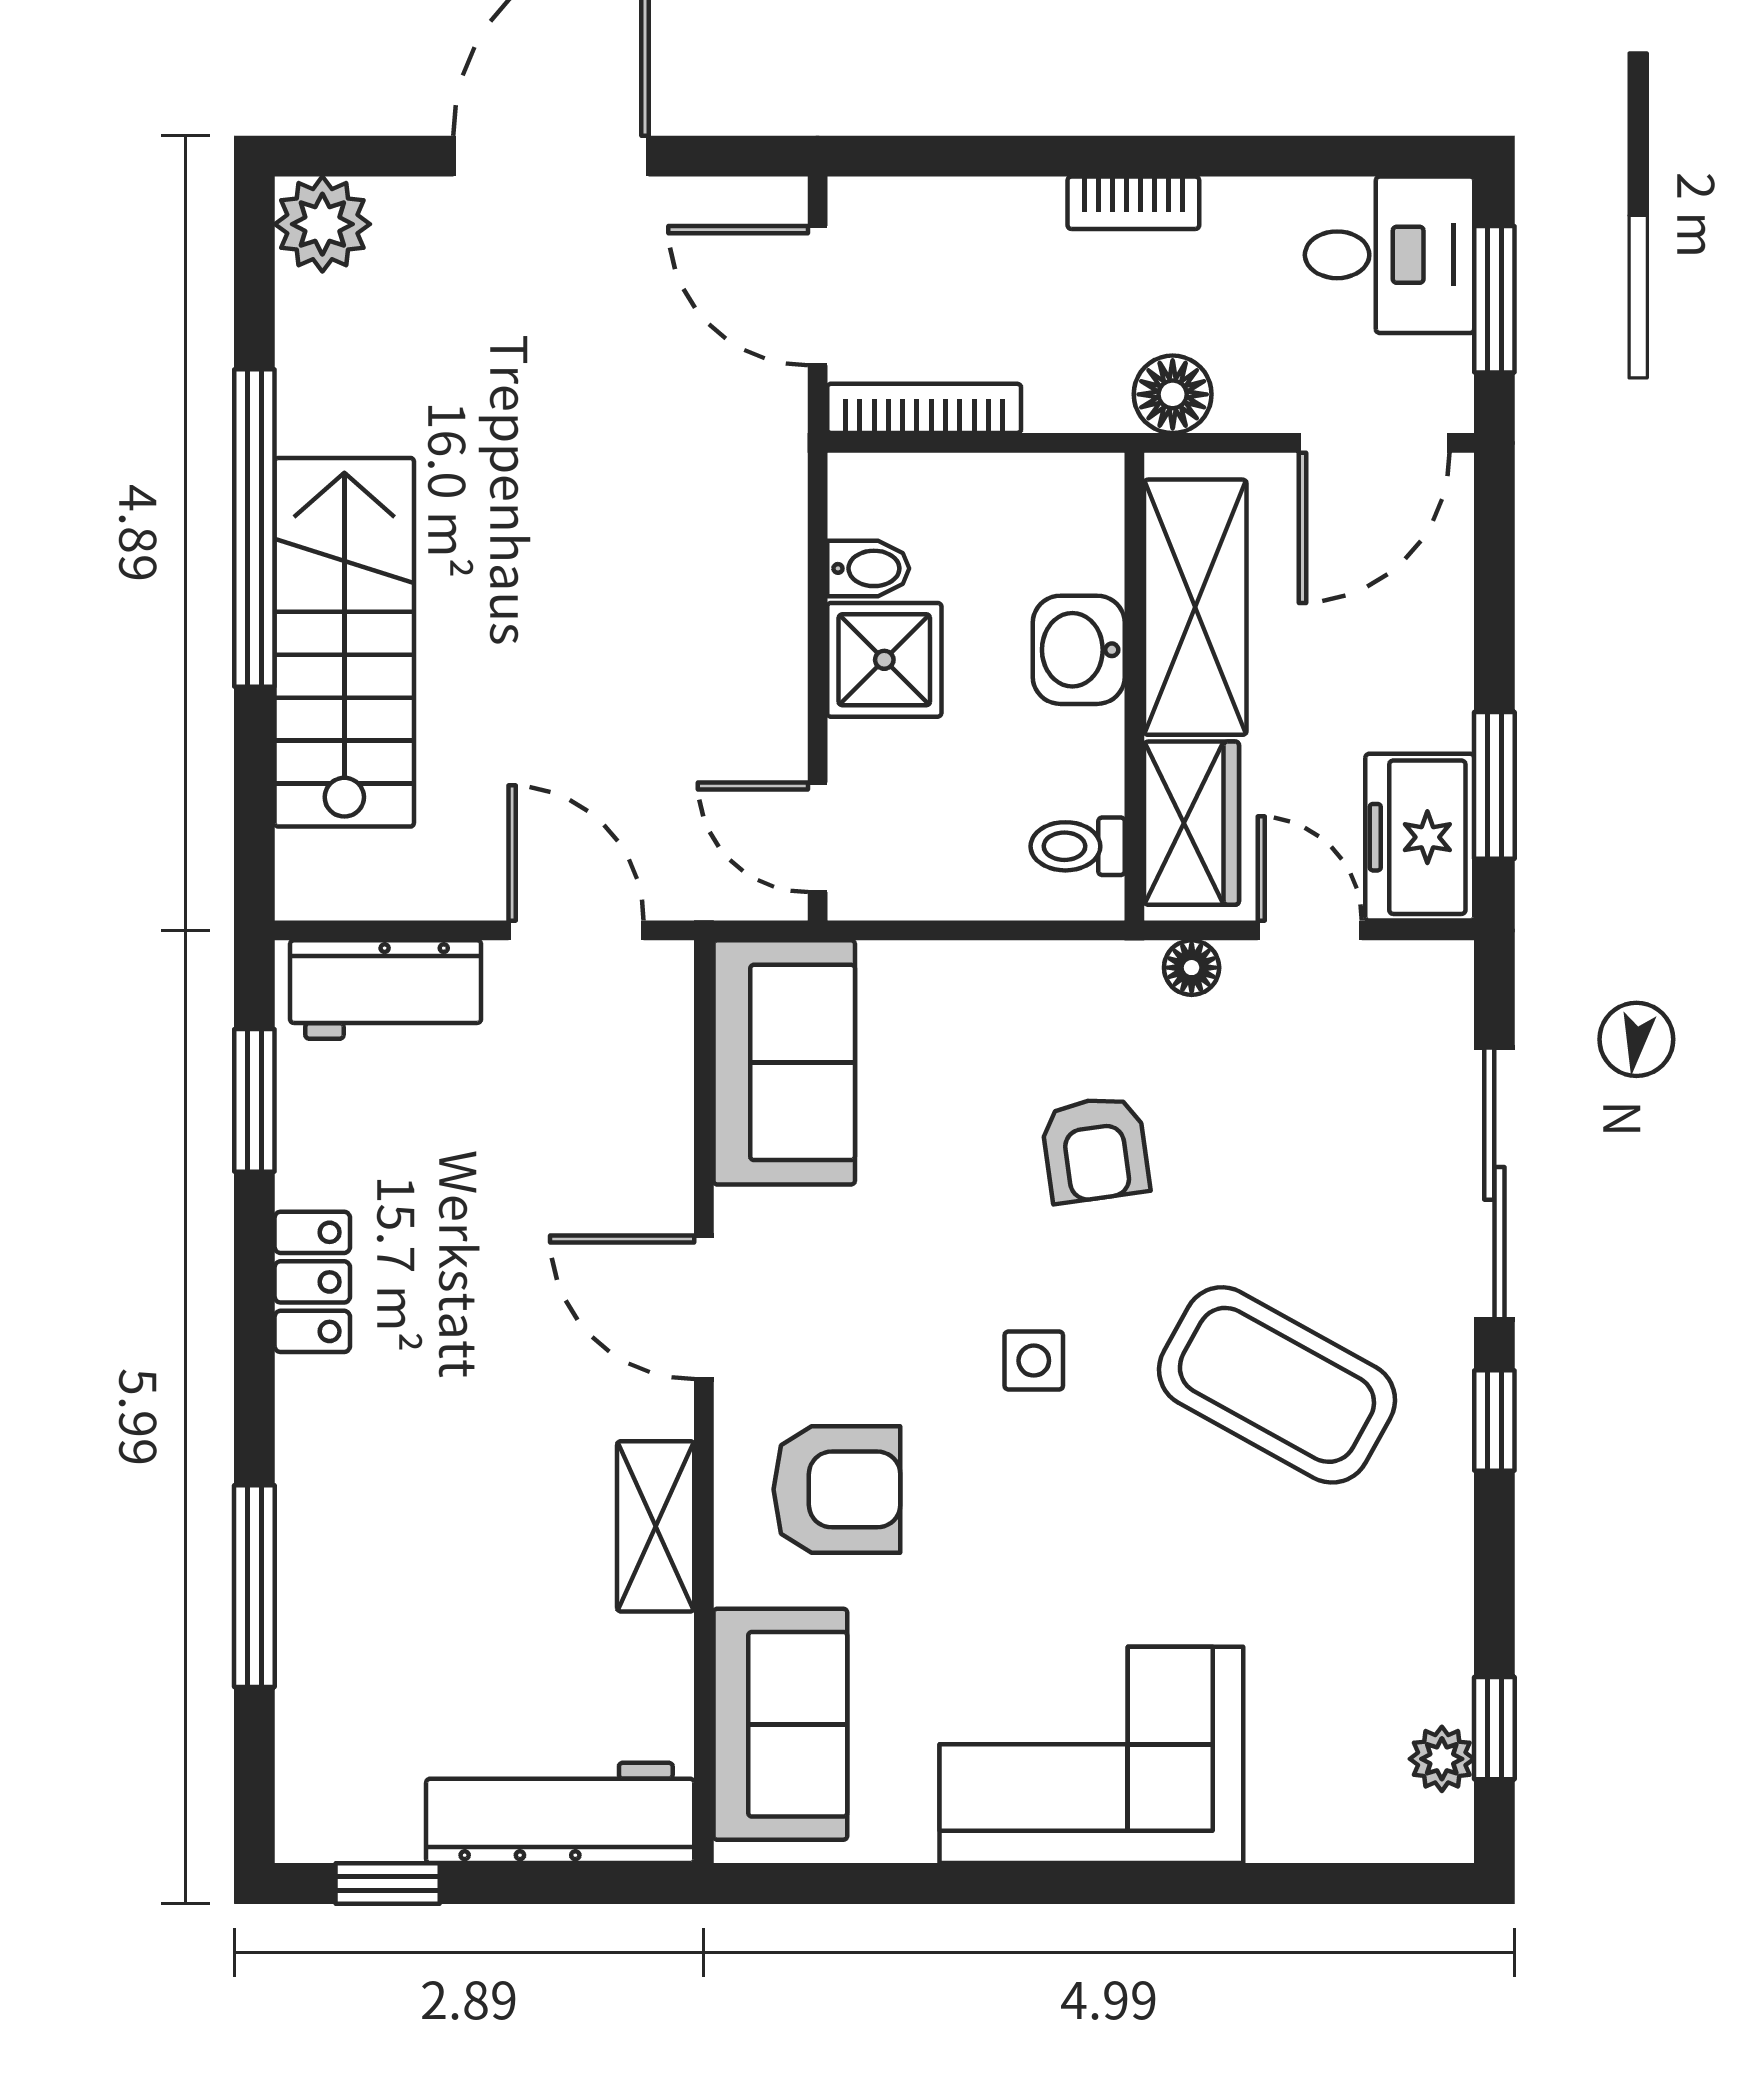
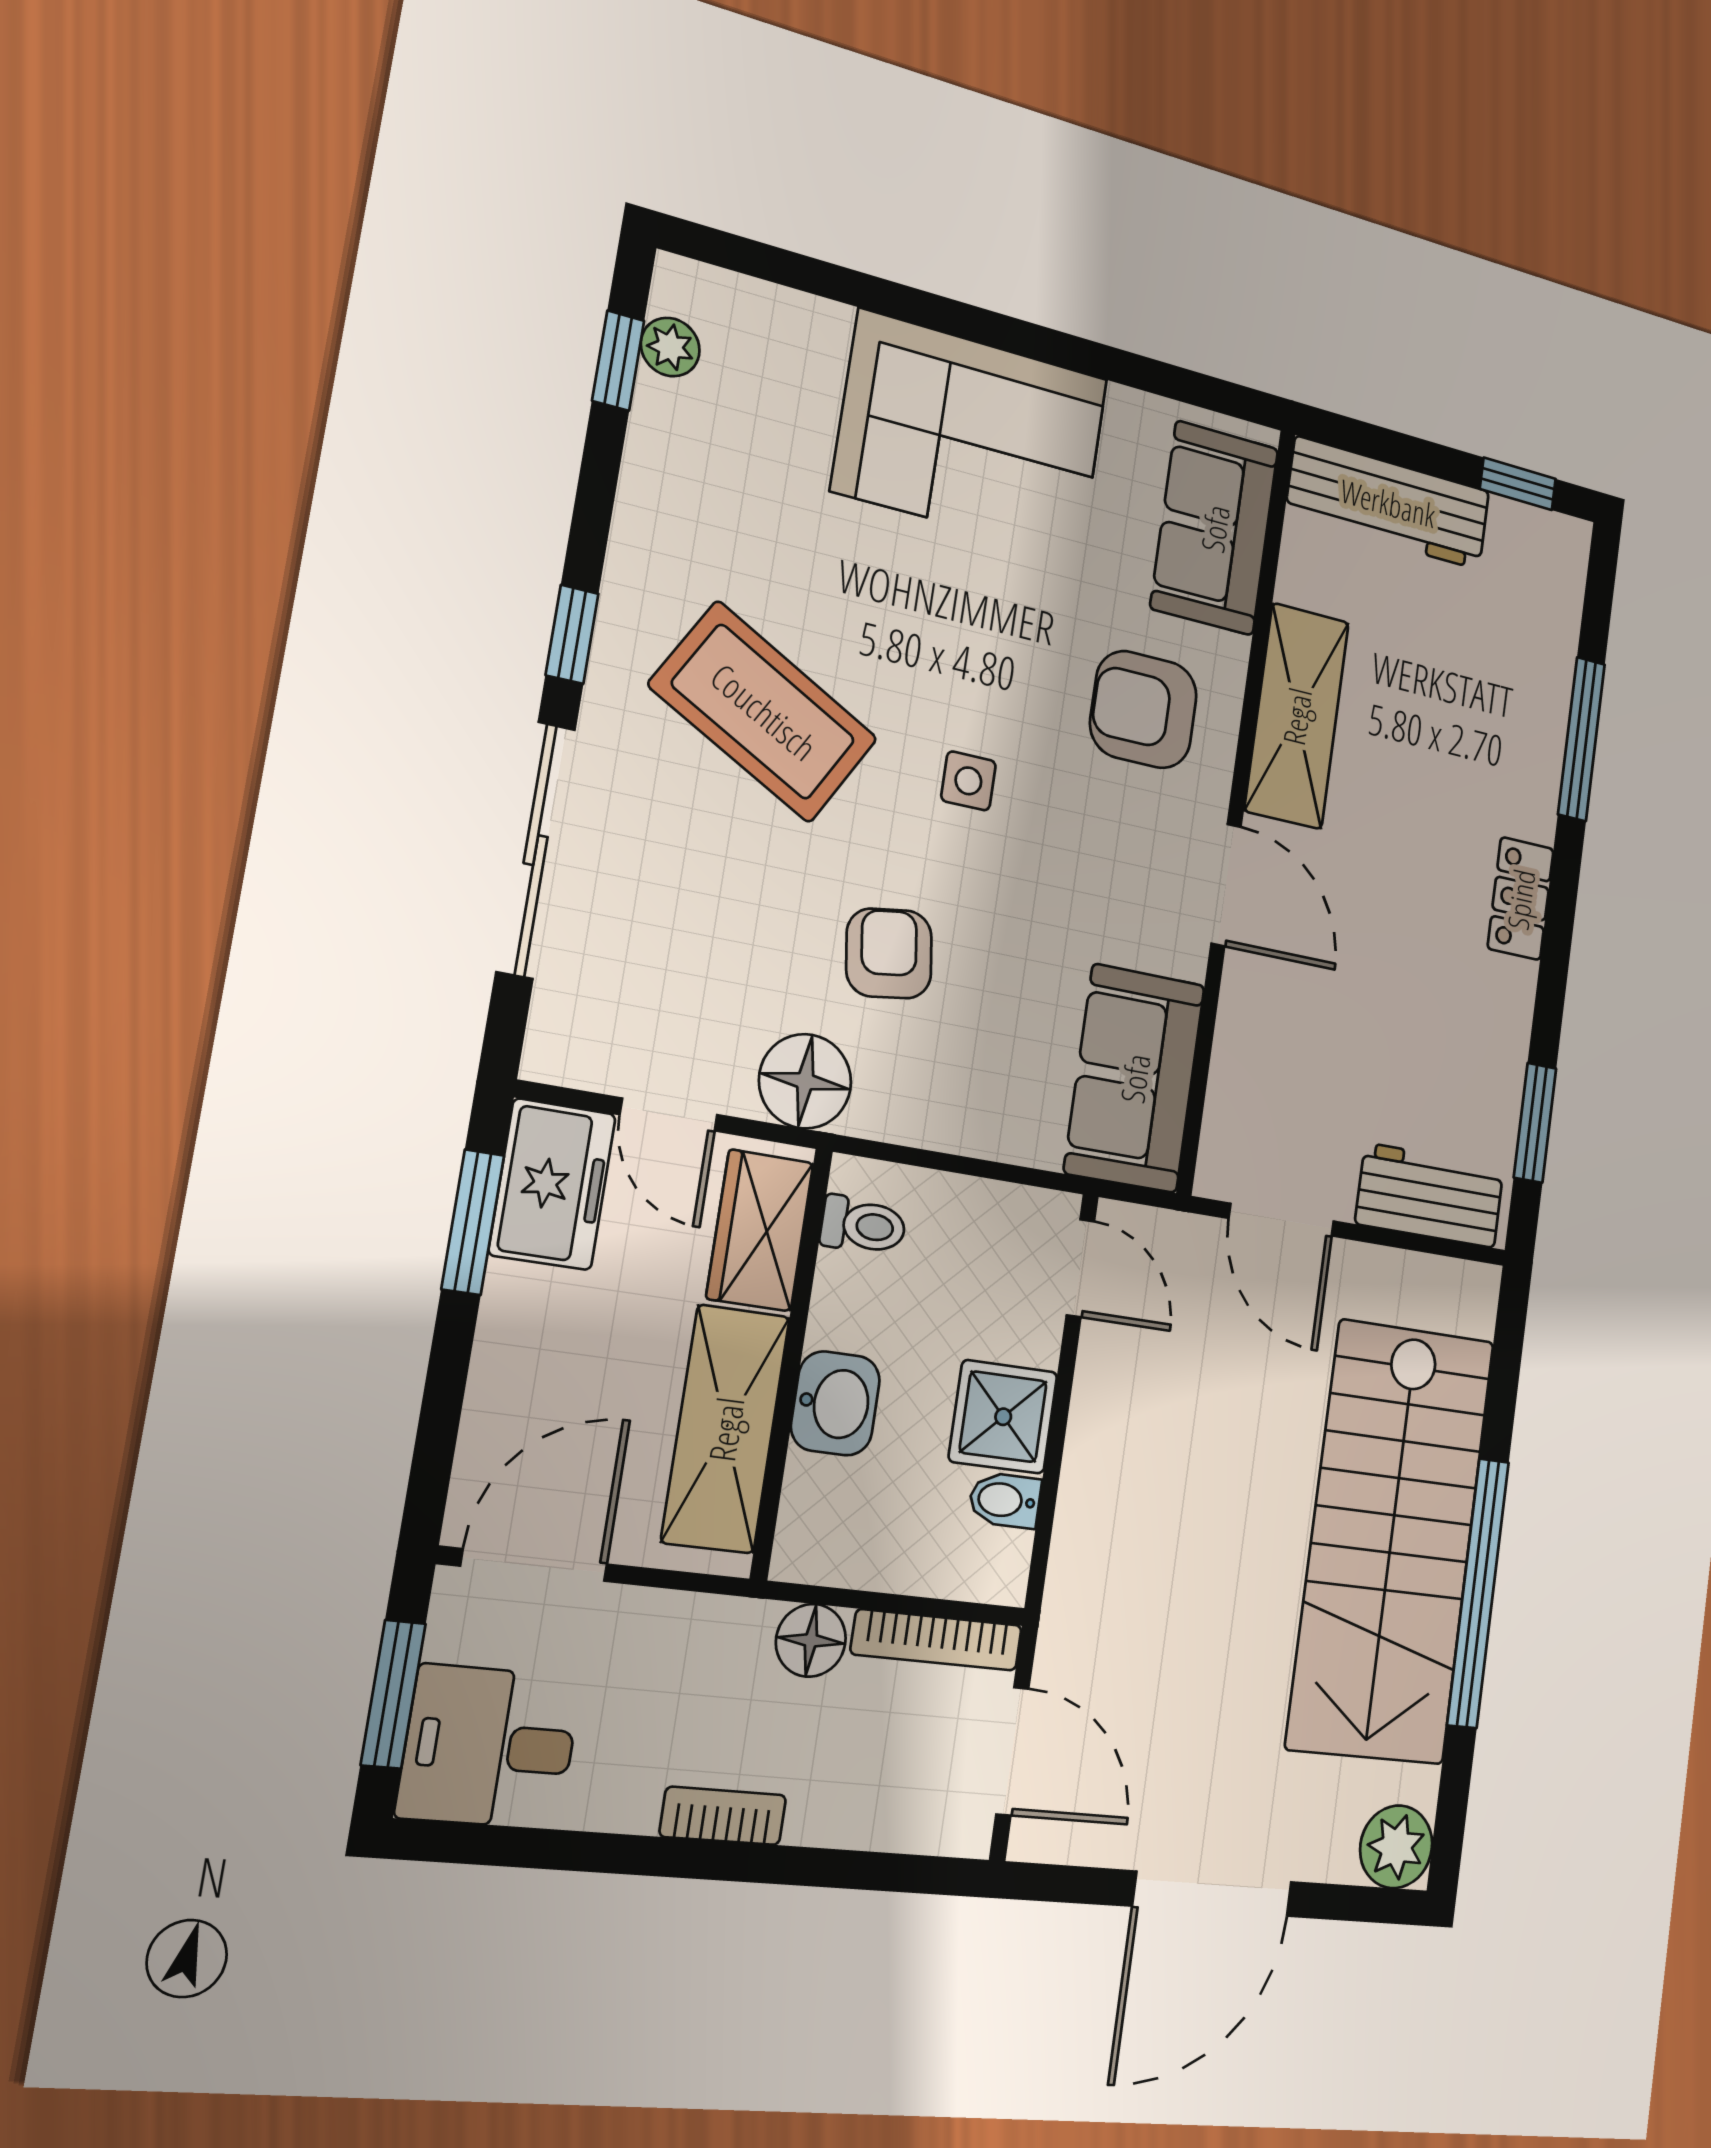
floor lamp: (1173, 394) -> (811, 1640), moved
stairs: (344, 642) -> (1391, 1542), width x1.36, depth x1.51
floor lamp: (1192, 968) -> (805, 1081), width x1.89, depth x1.89
locker: (312, 1282) -> (1521, 899), moved
shelving: (656, 1526) -> (1297, 716), width x1.50, depth x1.33

